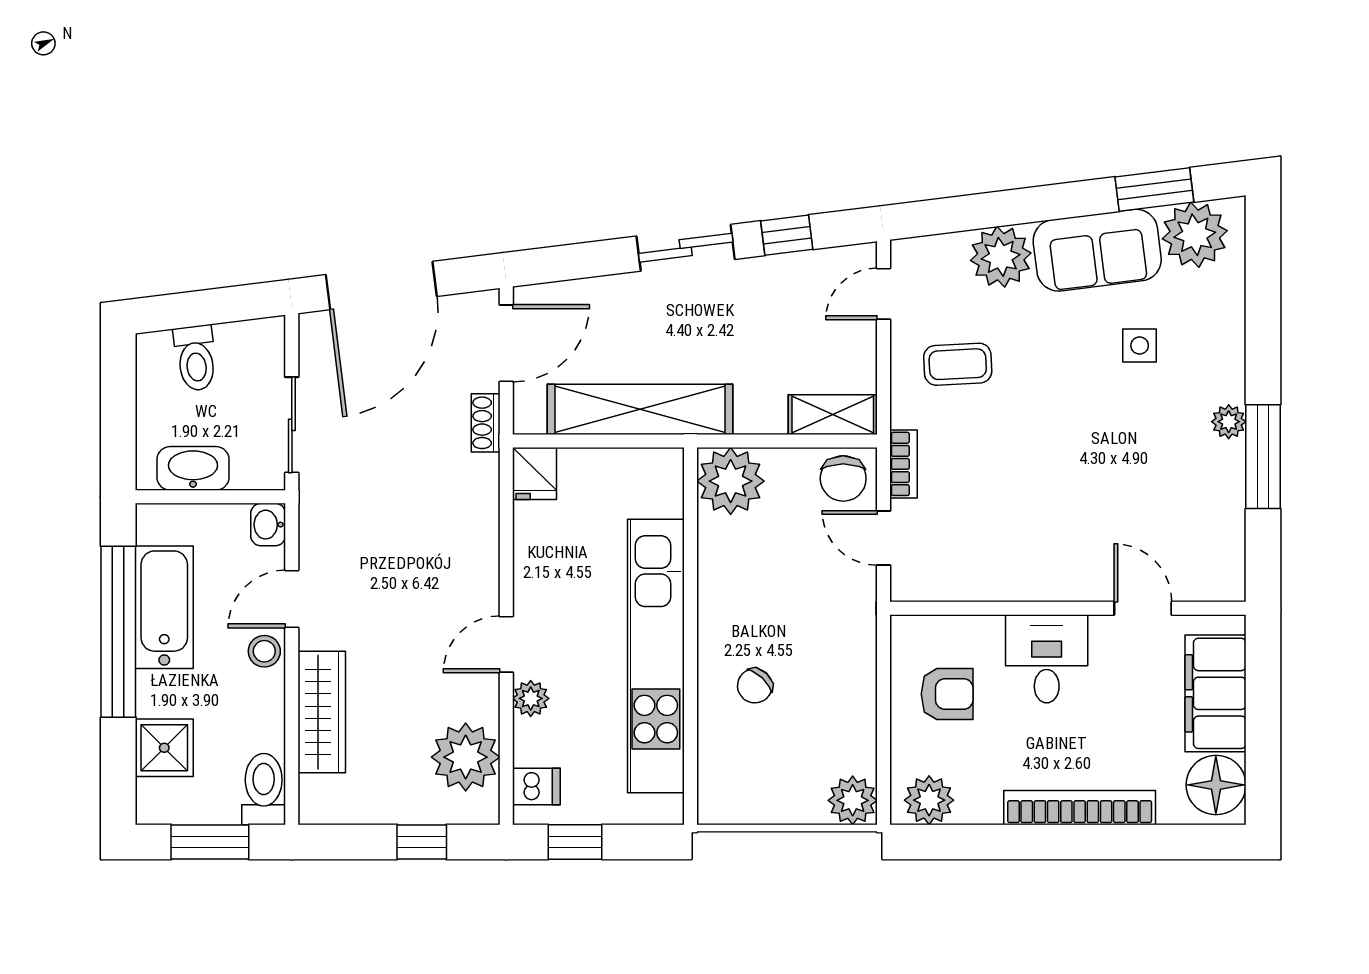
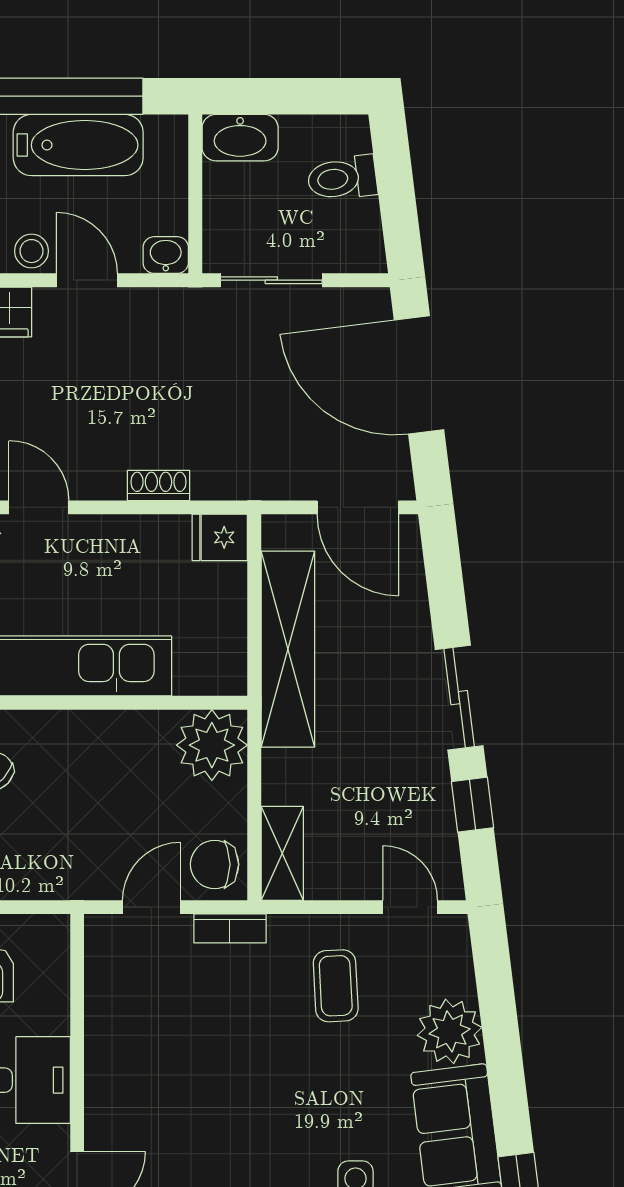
shoe rack: (486, 423) -> (159, 485), moved
washbasin: (193, 468) -> (240, 138), moved, turned 90

